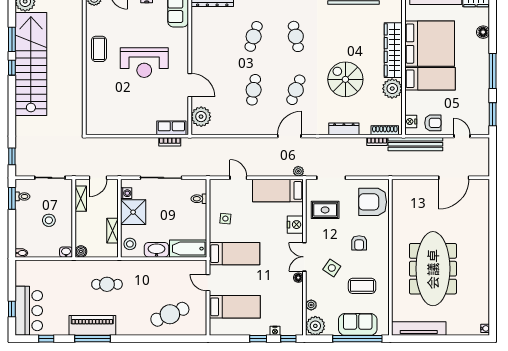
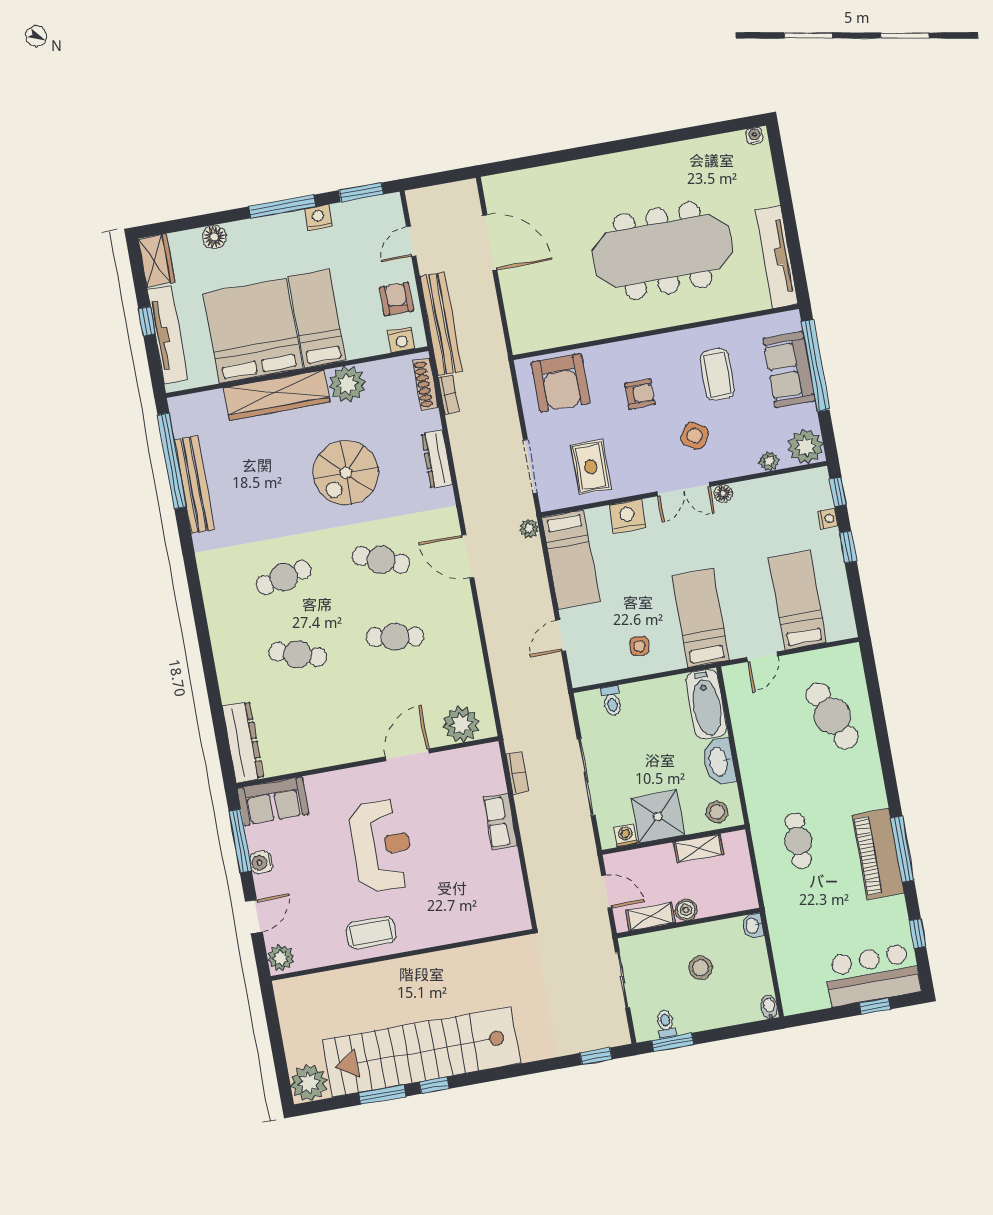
nightstand: (483, 89) -> (318, 218), added
row of seats: (171, 128) -> (500, 822), moved
boiler: (81, 251) -> (686, 910), moved

